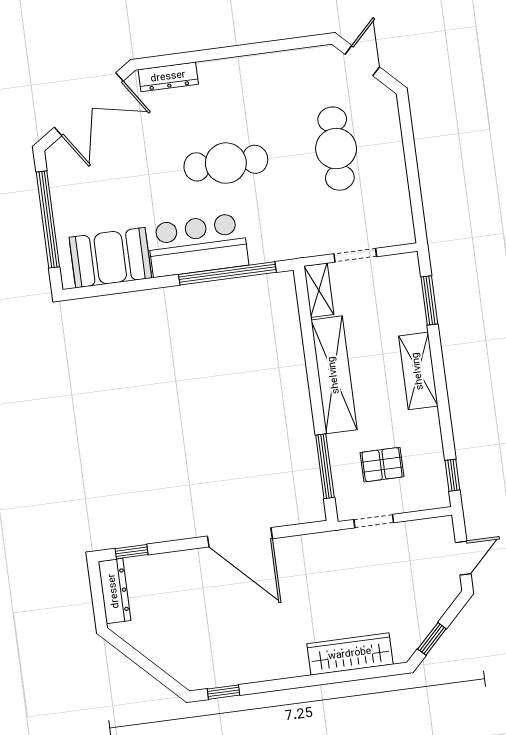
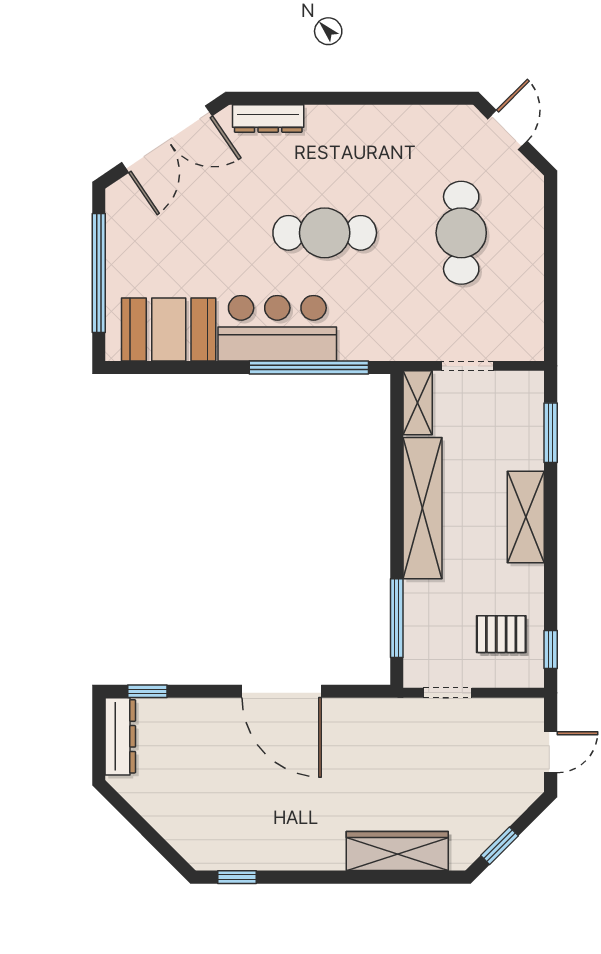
pallet: (382, 465) -> (501, 634), moved

